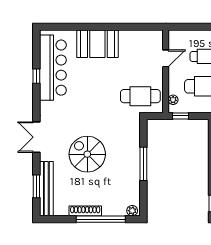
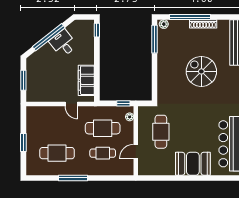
cafe table: (140, 96) -> (161, 132), moved, turned 90
spiral stairs: (87, 154) -> (201, 71), turned 180
window: (143, 164) -> (154, 39), moved

